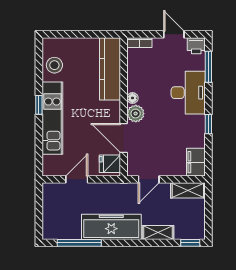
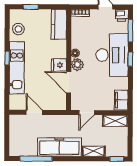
window: (71, 34) -> (31, 7), added
kitchen counter: (110, 69) -> (59, 24), width x0.67
desk: (188, 93) -> (112, 55), width x1.36, depth x1.30
window: (208, 124) -> (130, 59), moved
fridge: (110, 164) -> (59, 65), moved
door: (77, 179) -> (34, 112), hinge flipped

